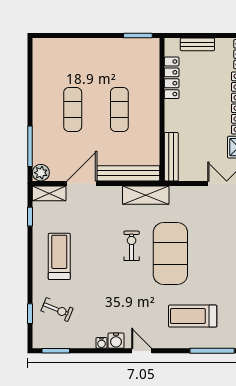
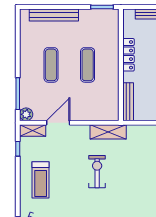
locker: (172, 78) -> (128, 55), moved
bench: (128, 173) -> (54, 15), moved
exercise bike: (132, 246) -> (97, 172), width x1.38, depth x1.39
exercise mat: (170, 253) -> (127, 178), removed
treadmill: (59, 256) -> (41, 180), turned 180

